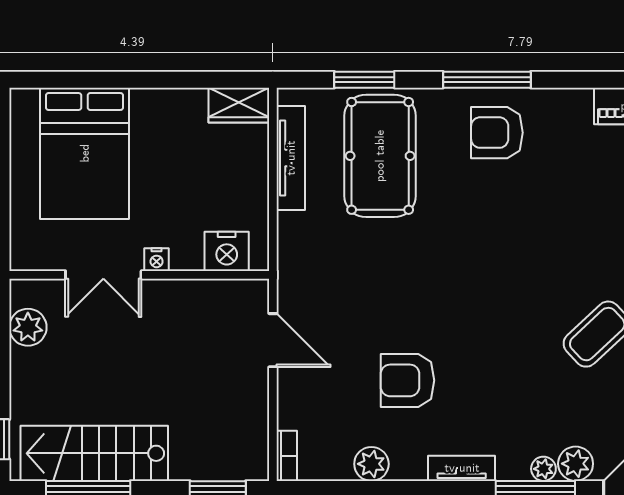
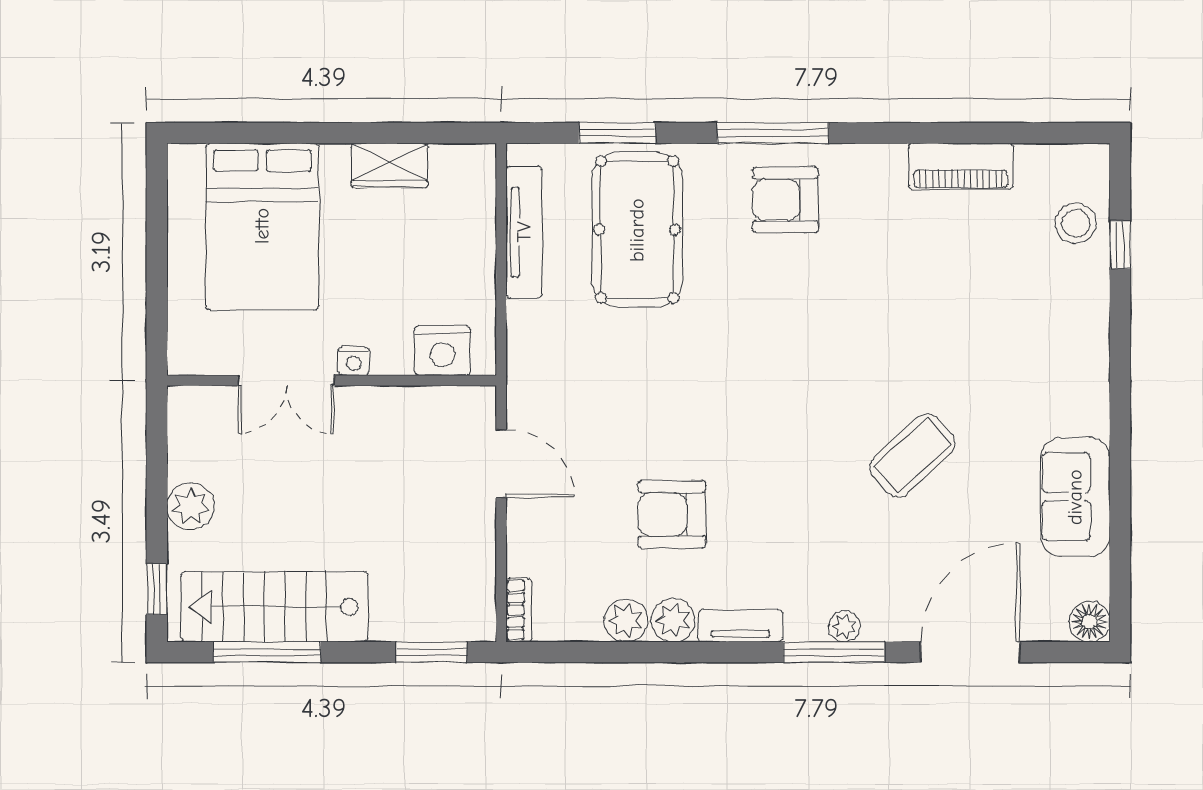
wardrobe: (239, 105) -> (390, 165), moved
plant: (28, 327) -> (190, 506), moved
plant: (576, 464) -> (673, 620), moved

